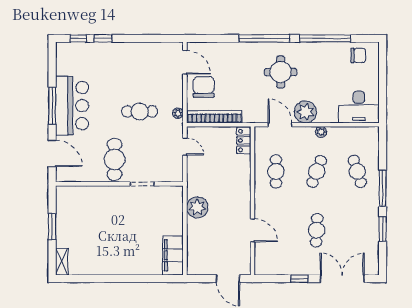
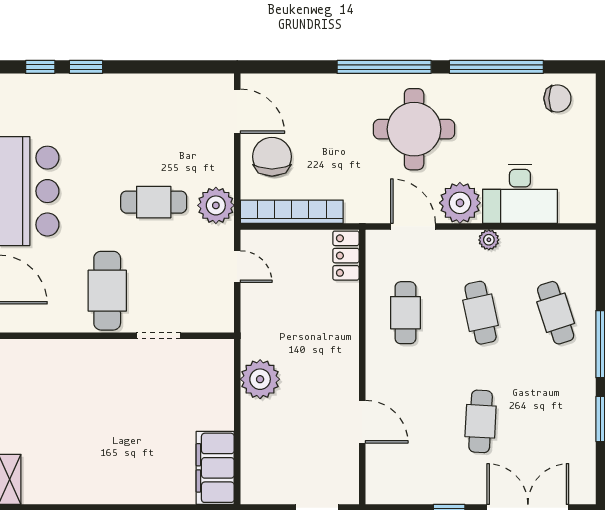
round table: (281, 72) -> (414, 129), width x1.36, depth x1.36
desk: (359, 107) -> (520, 194), moved
plant: (178, 113) -> (216, 205), width x1.88, depth x1.88
cafe table: (317, 171) -> (481, 313), turned -33

